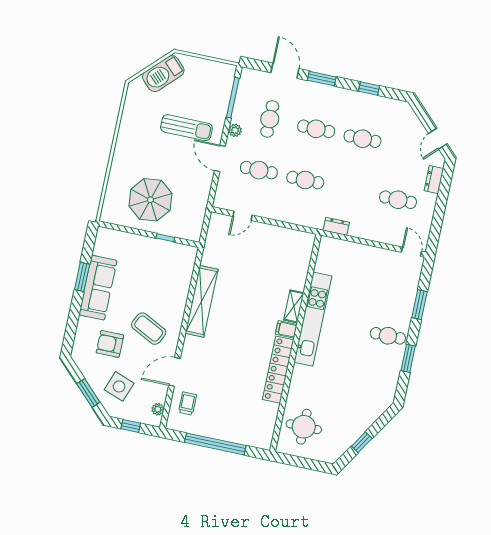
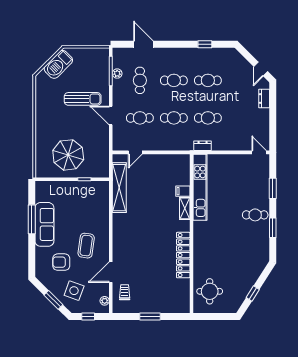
window: (322, 79) -> (170, 44), removed
plant: (235, 130) -> (117, 74), moved
cafe table: (398, 200) -> (208, 118), moved
window: (82, 277) -> (32, 219), width x1.44
shelving: (202, 301) -> (119, 188), moved
kitchen unit: (313, 319) -> (200, 187), moved
coffee table: (149, 329) -> (86, 246), turned 71
filing cabinet: (286, 329) -> (183, 191), moved
window: (215, 444) -> (150, 317), width x0.47

